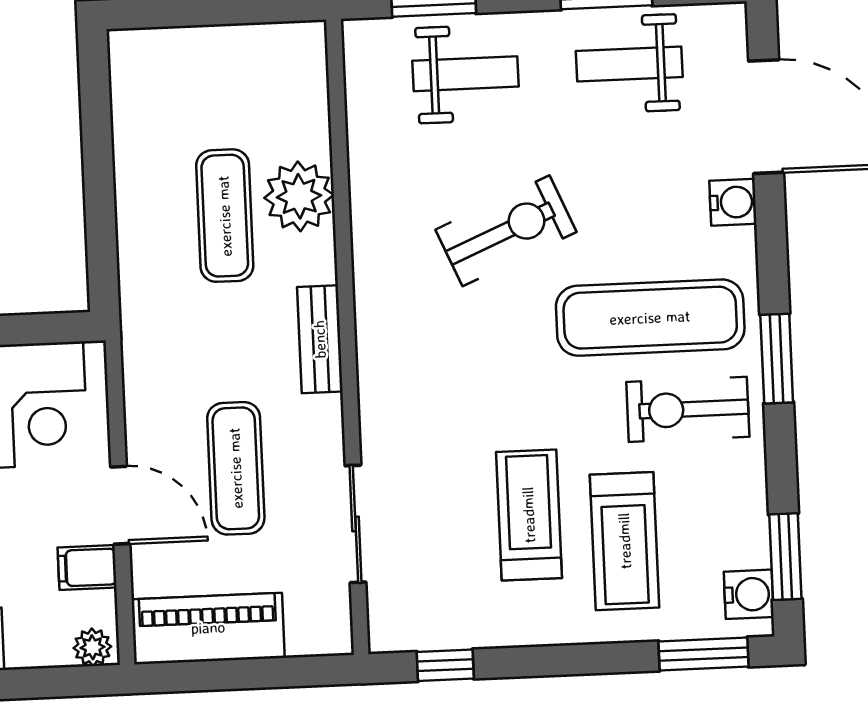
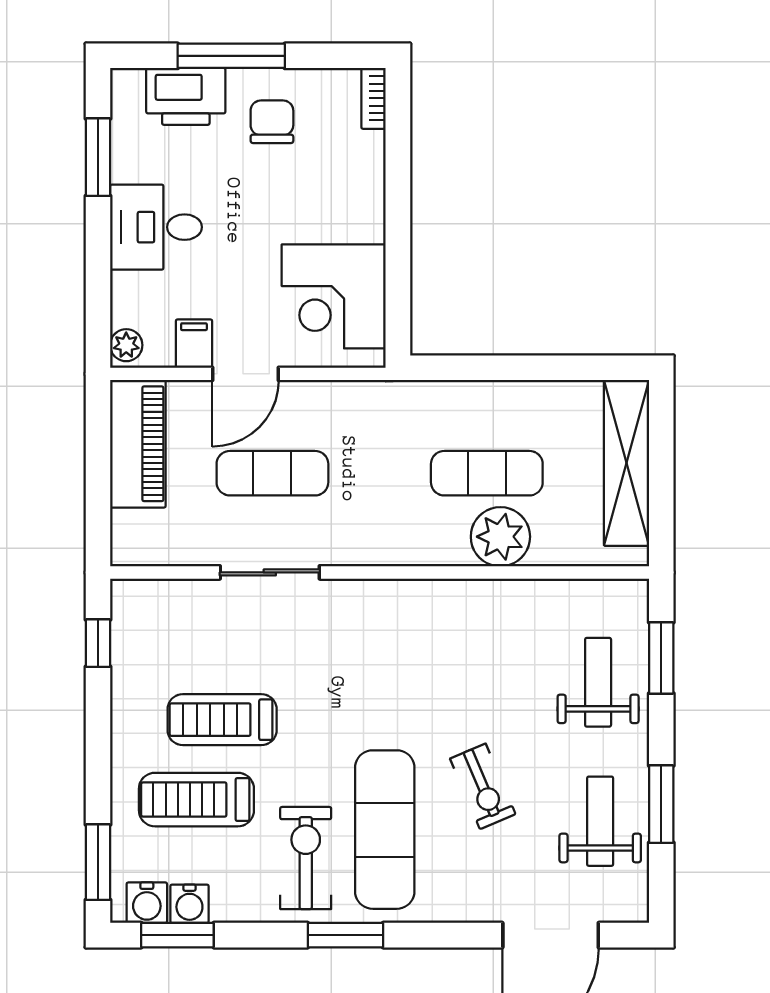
shelving: (206, 51) -> (626, 463), added
weight bench: (466, 74) -> (598, 682), turned 180
water cooler: (733, 202) -> (189, 904), moved
exercise bike: (506, 231) -> (483, 786), moved, width x0.73, depth x0.72
bench: (320, 339) -> (379, 549), removed
treadmill: (529, 515) -> (222, 720), turned 180
sliding door: (355, 524) -> (270, 572), moved

